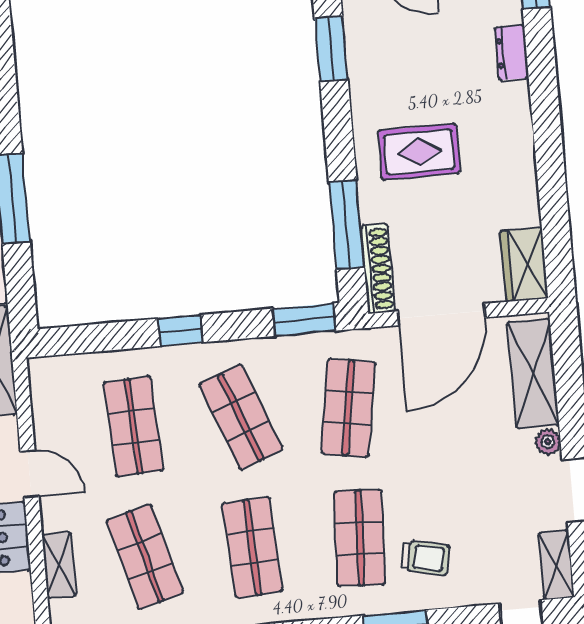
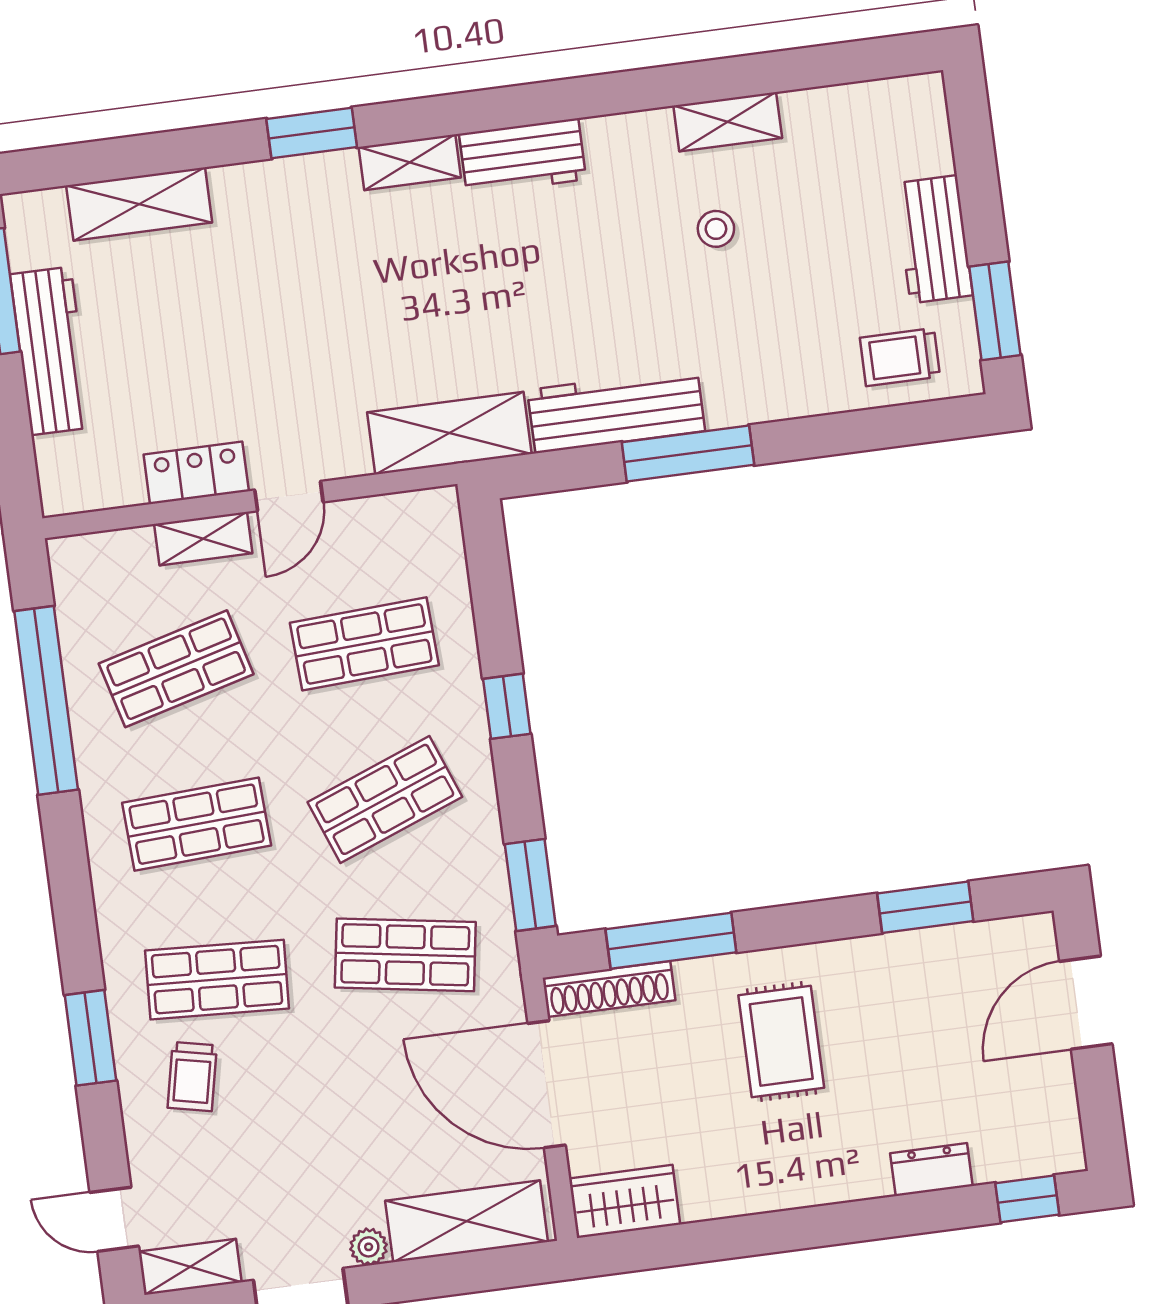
shelving: (59, 565) -> (203, 539), moved

